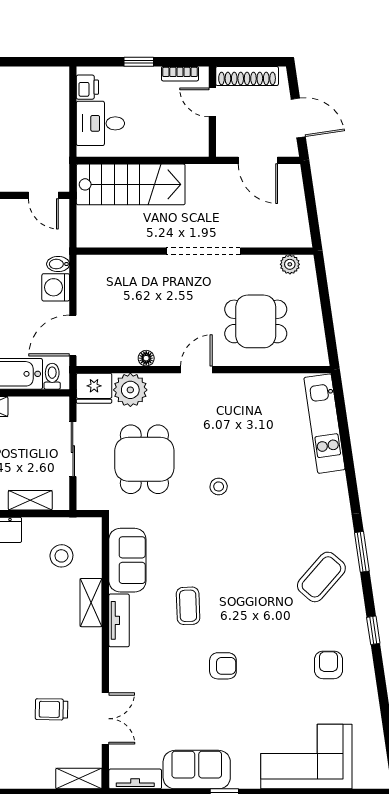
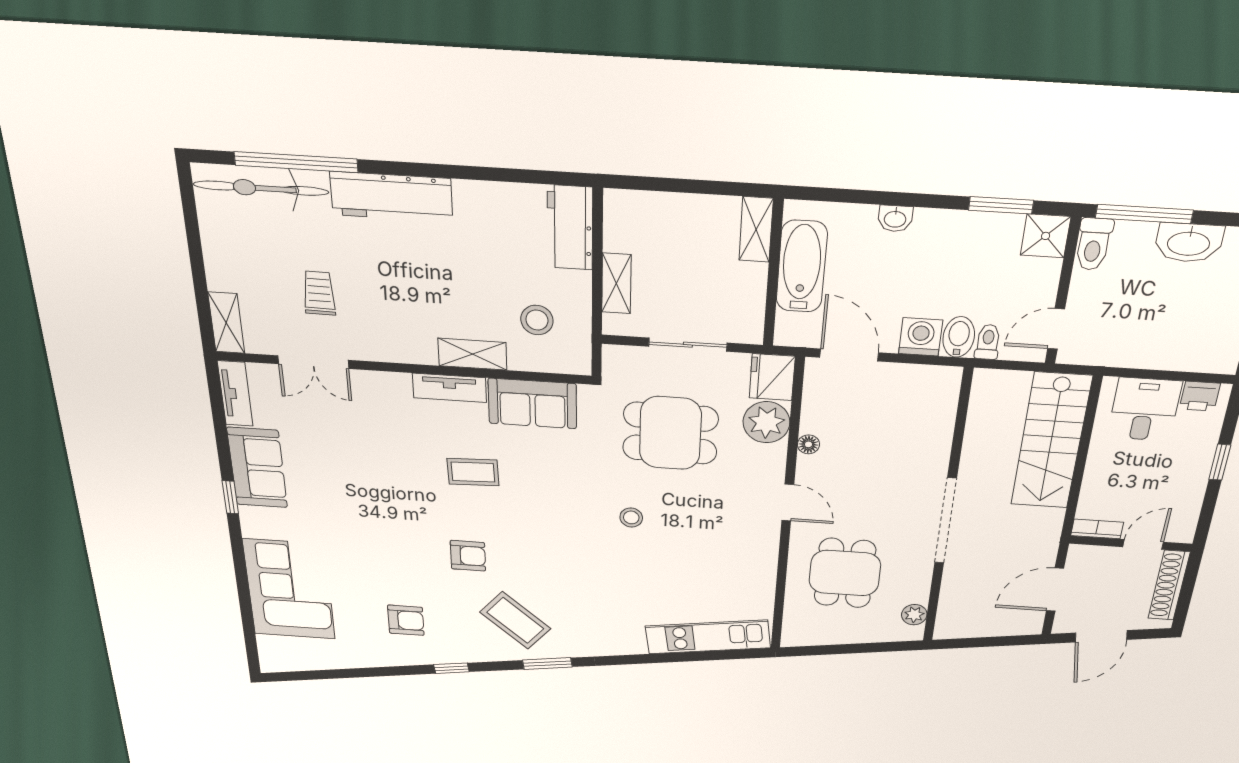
bookcase: (180, 74) -> (1097, 529), moved, turned 90
bidet: (58, 264) -> (959, 337), width x1.38, depth x1.36
toilet: (52, 376) -> (988, 342), moved, turned -90
armchair: (223, 666) -> (468, 556), moved, turned -90

